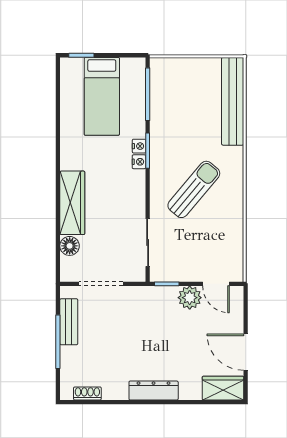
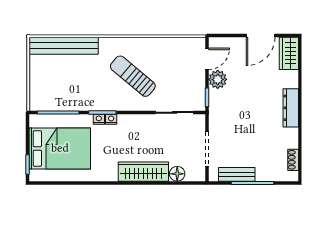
bed: (102, 96) -> (60, 148), width x1.50

